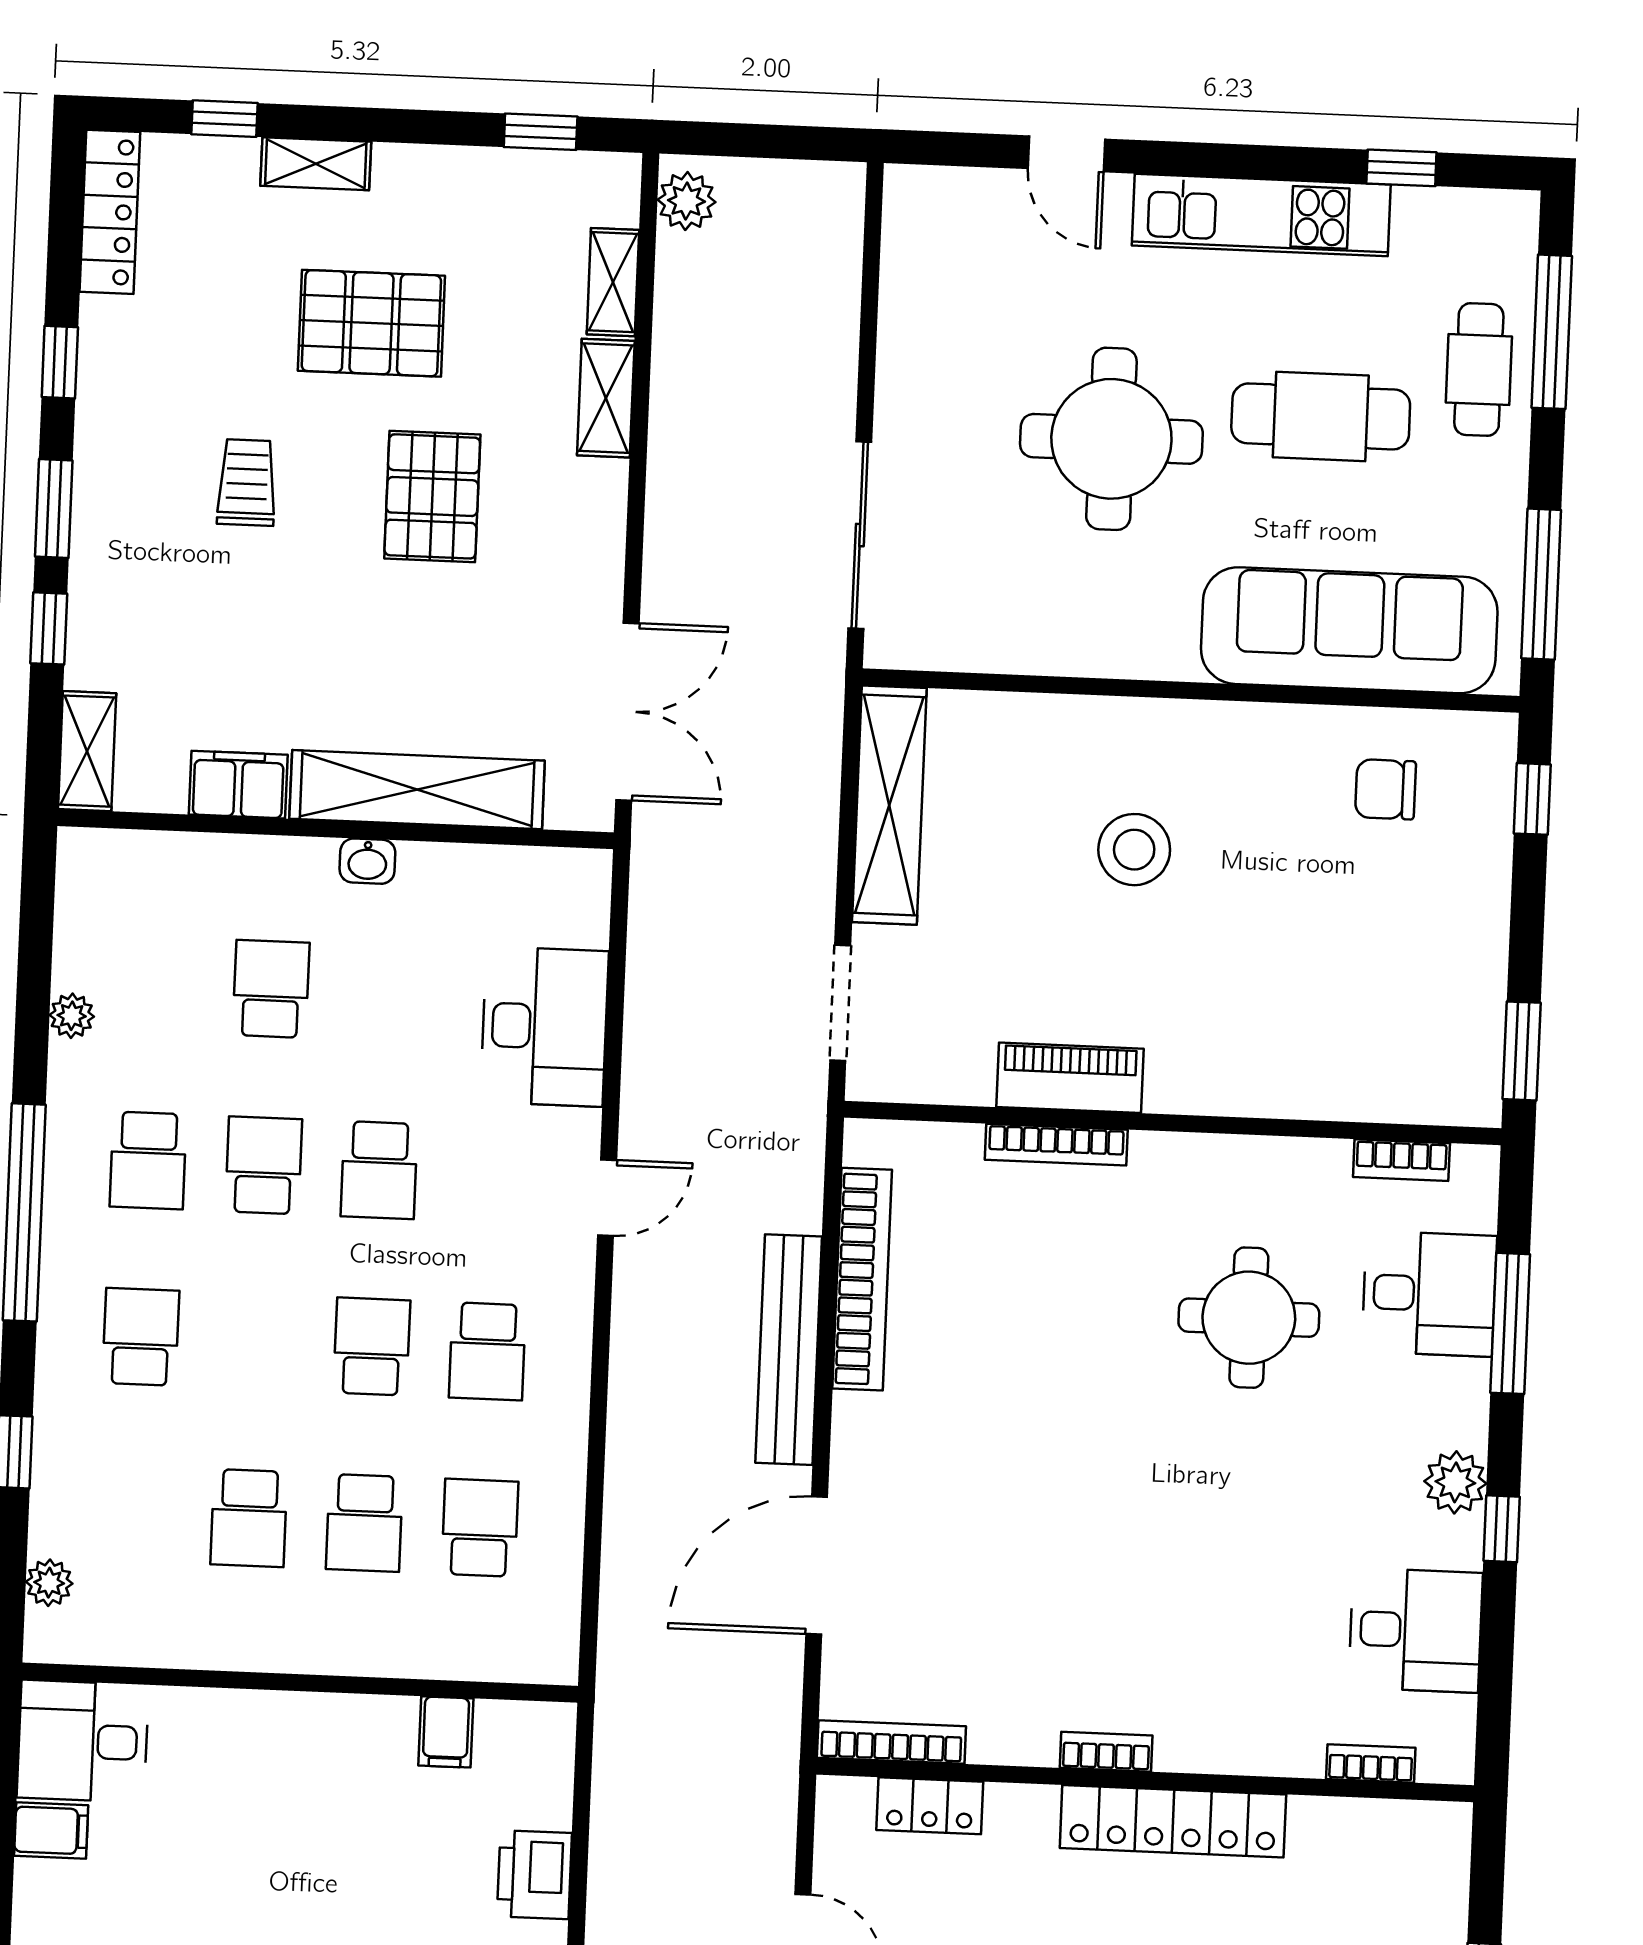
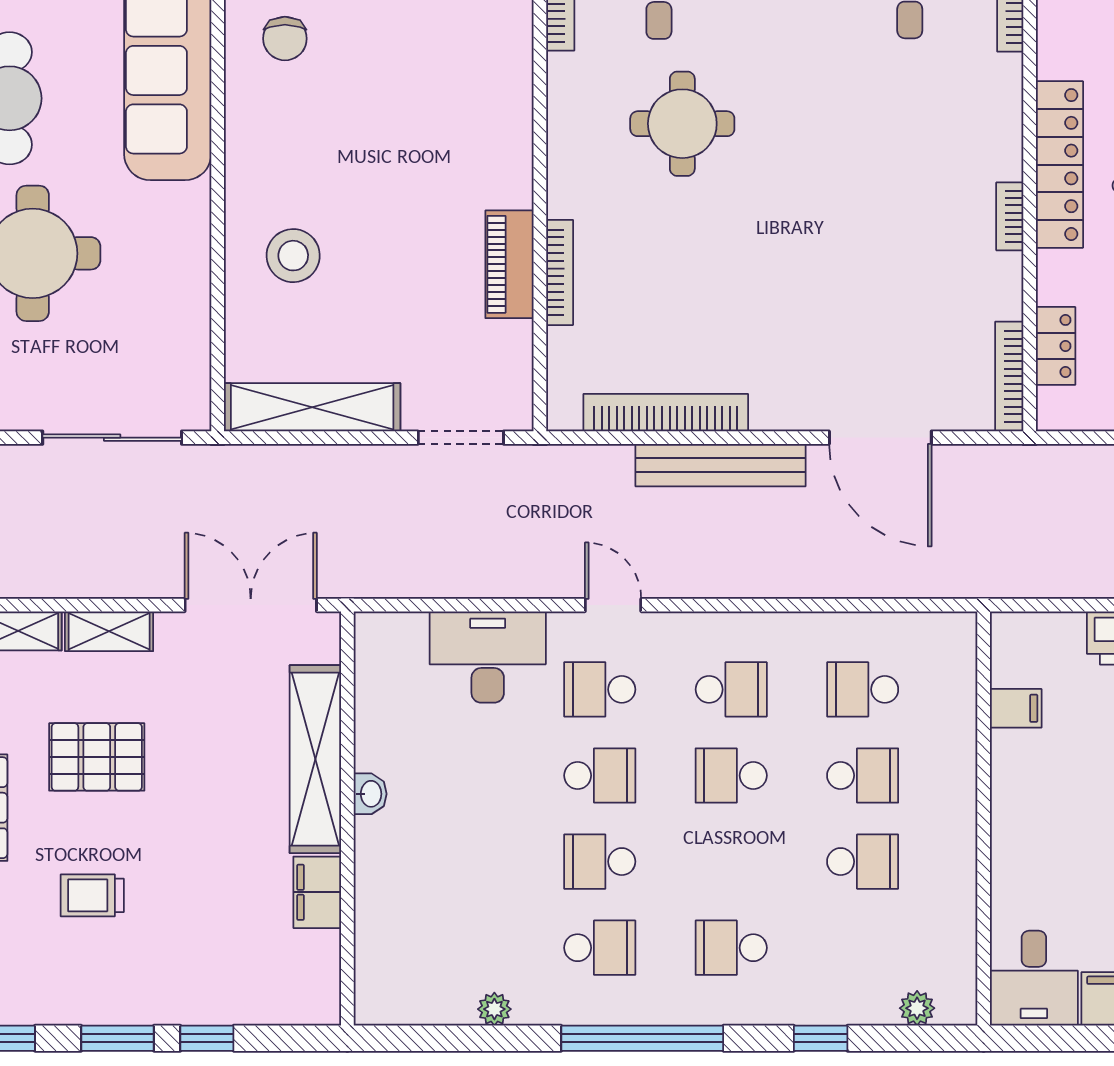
shelving: (87, 751) -> (109, 631), moved
stool: (1134, 850) -> (293, 256), moved
school desk: (271, 989) -> (600, 689), moved

